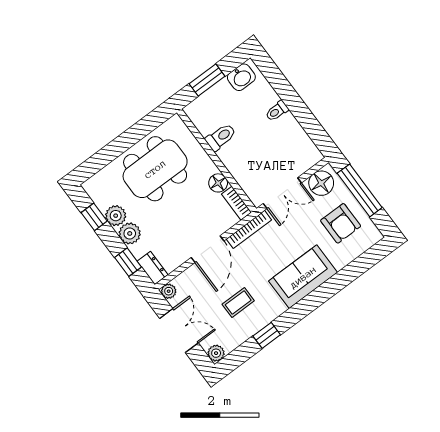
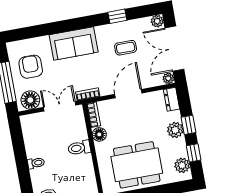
toilet: (221, 137) -> (79, 148), moved
plant: (116, 216) -> (182, 165), moved
bookcase: (249, 229) -> (88, 94), width x0.64
window: (128, 262) -> (188, 125), moved
double door: (179, 331) -> (174, 49), width x1.37

